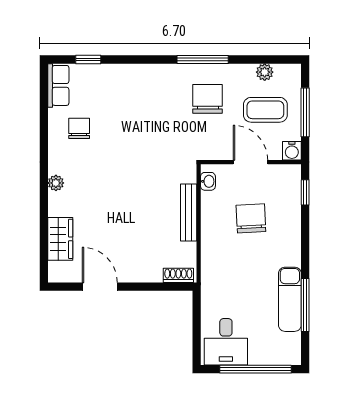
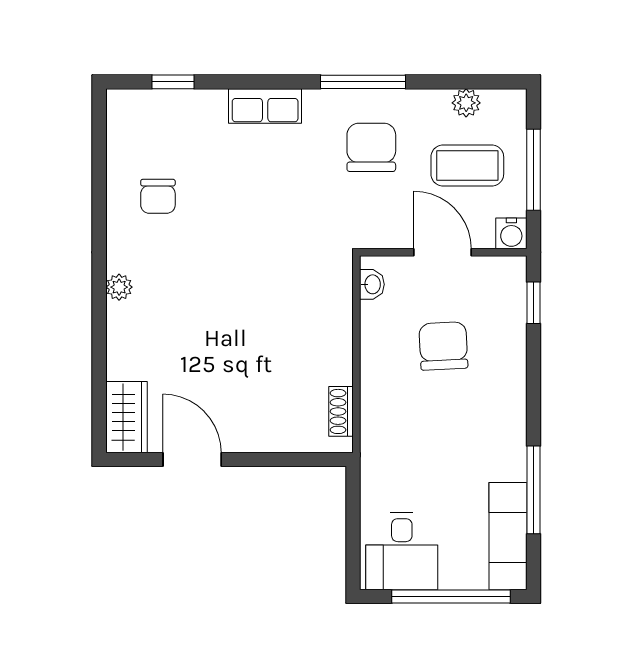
row of seats: (58, 85) -> (265, 106), moved, turned 90
chair: (79, 128) -> (158, 196), turned 180
bench: (189, 213) -> (340, 336), removed
wardrobe: (60, 239) -> (126, 417), moved
shoe rack: (178, 275) -> (341, 411), moved, turned -90
exam couch: (290, 299) -> (508, 536), moved

